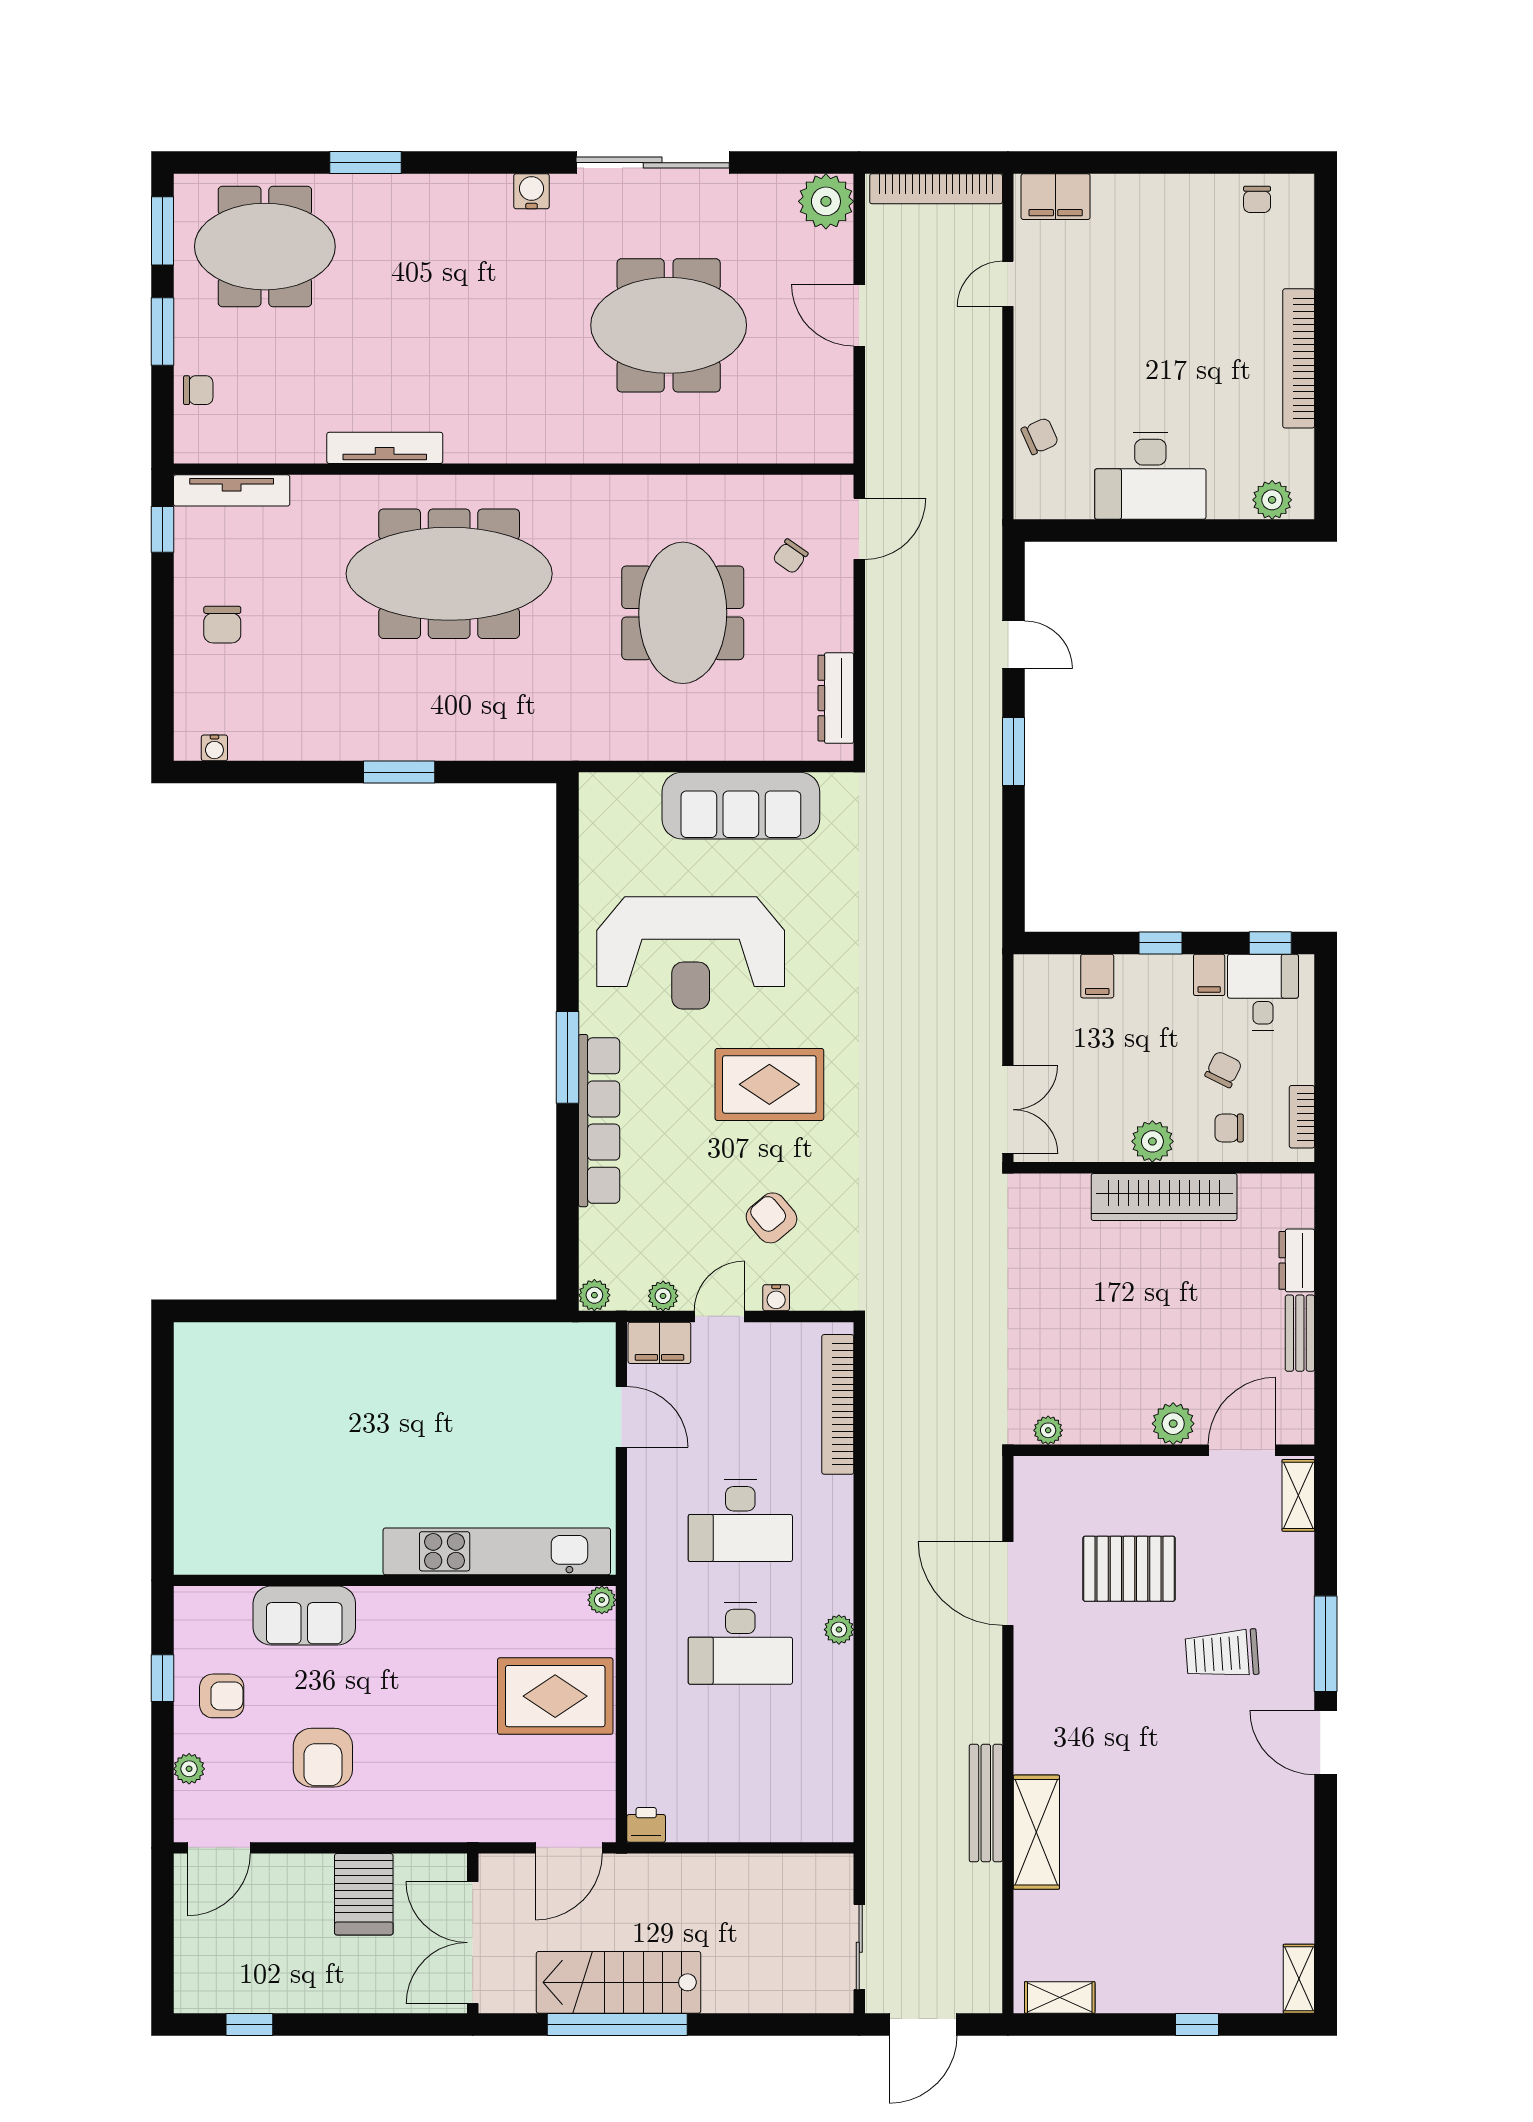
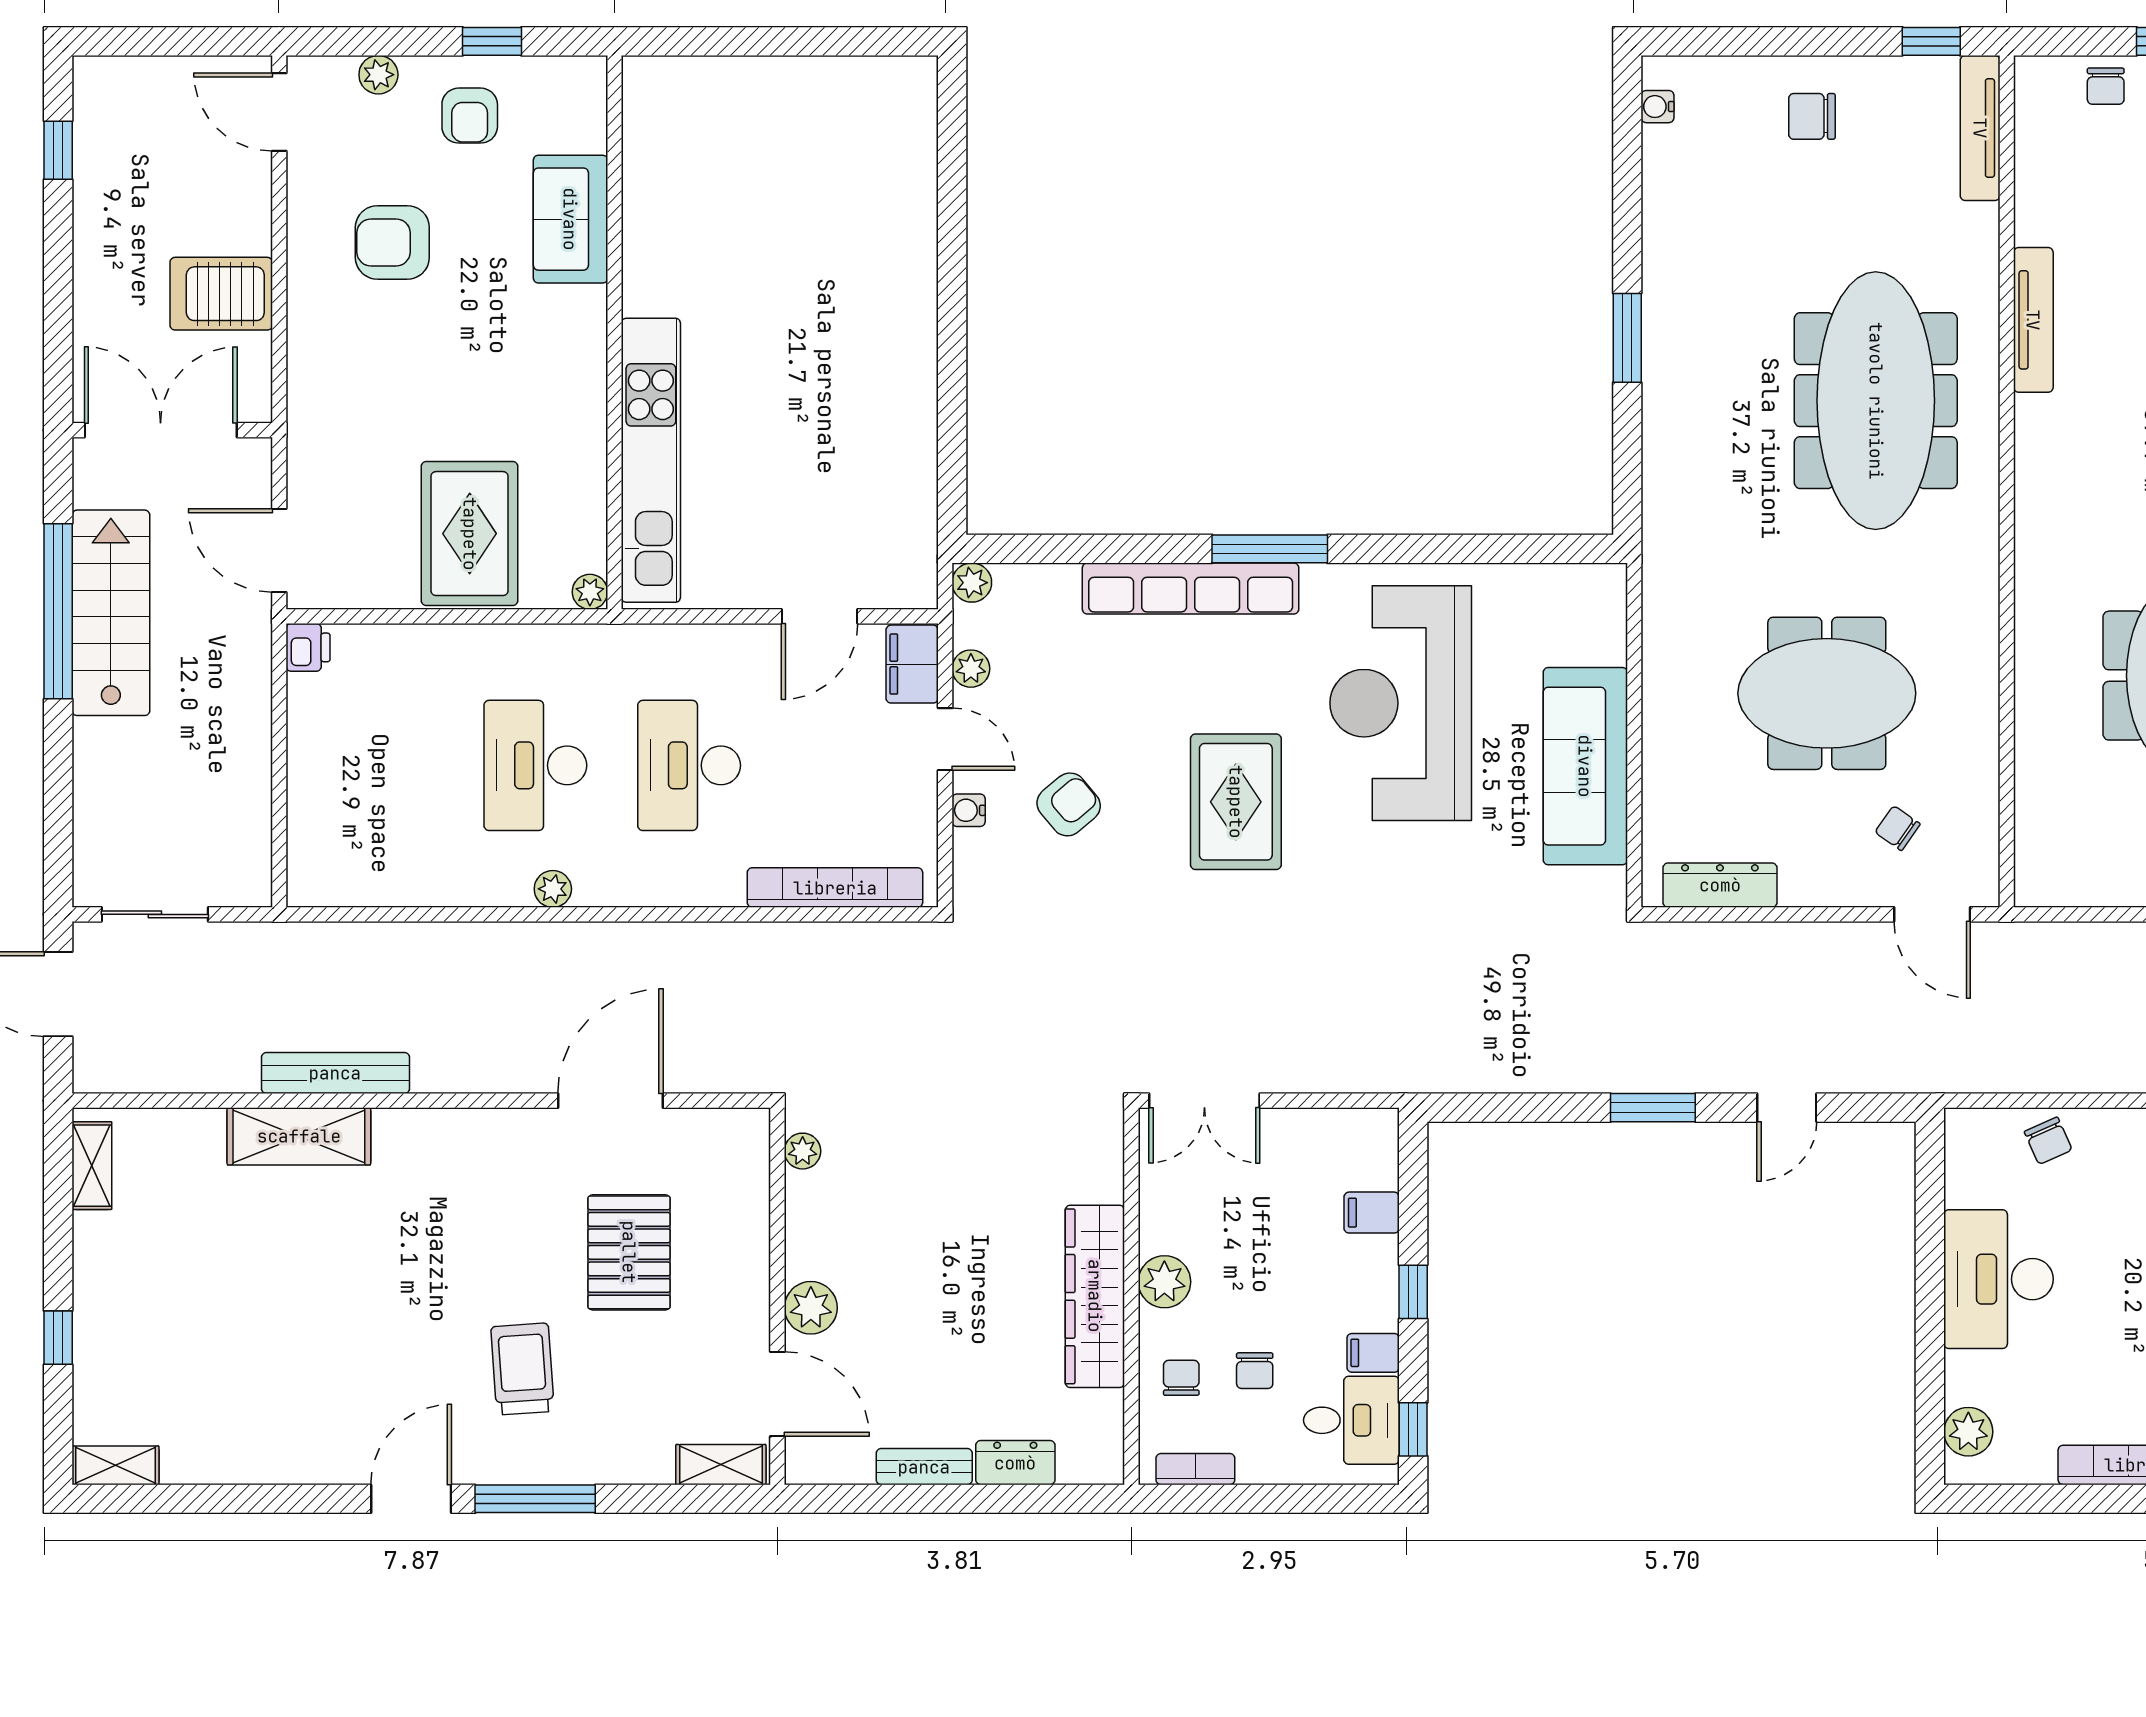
chair: (1223, 1069) -> (1255, 1371), turned 64

